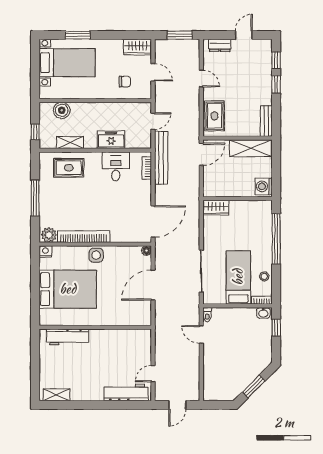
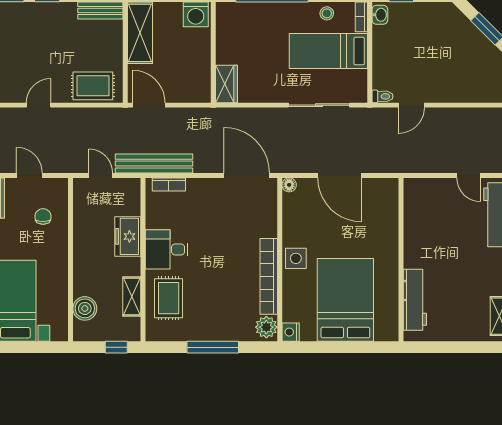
door: (153, 72) -> (29, 175), hinge flipped
desk: (116, 166) -> (167, 249), moved

